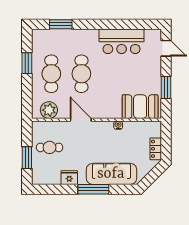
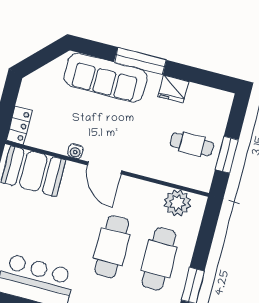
door: (81, 120) -> (104, 168), moved
locker: (156, 149) -> (19, 125), moved
window: (27, 158) -> (227, 155), moved

